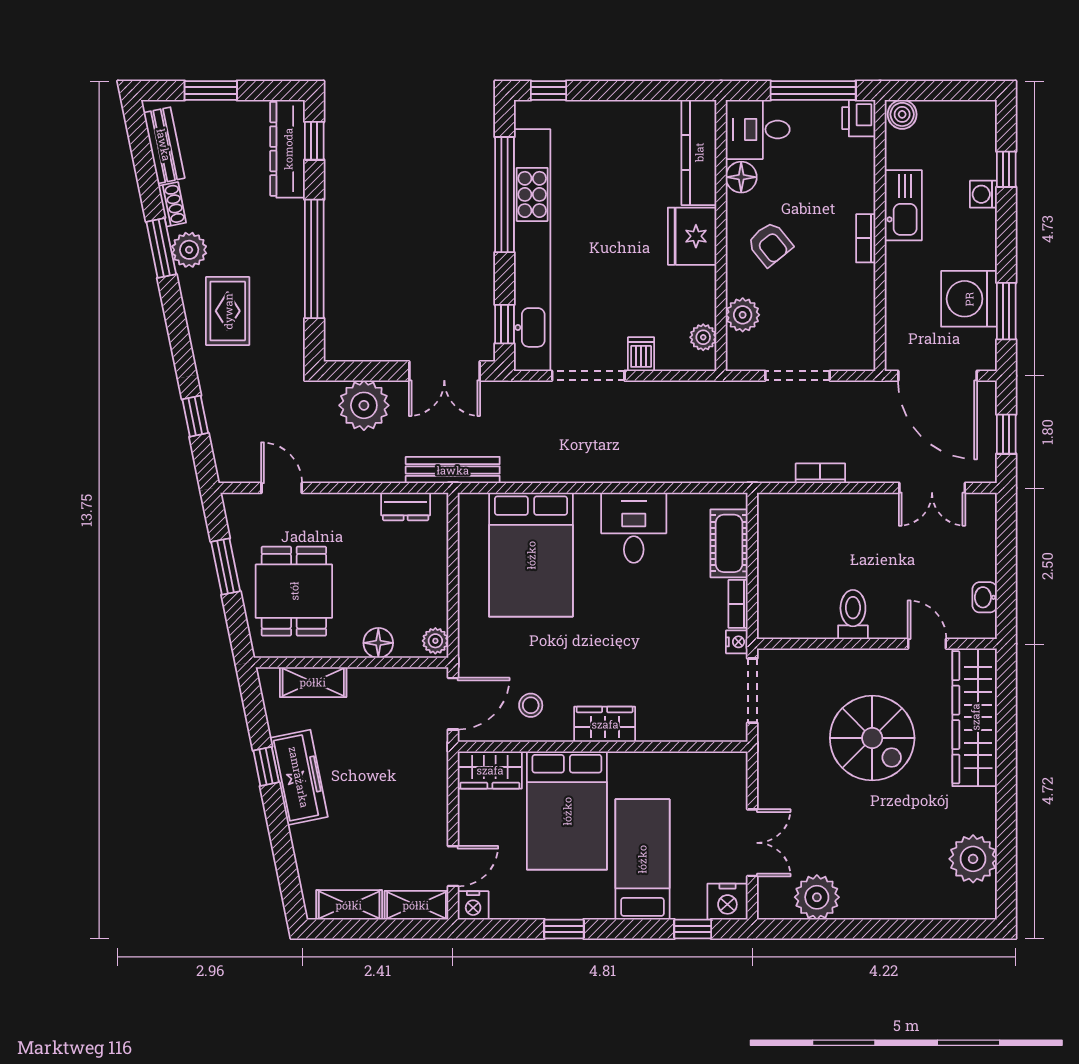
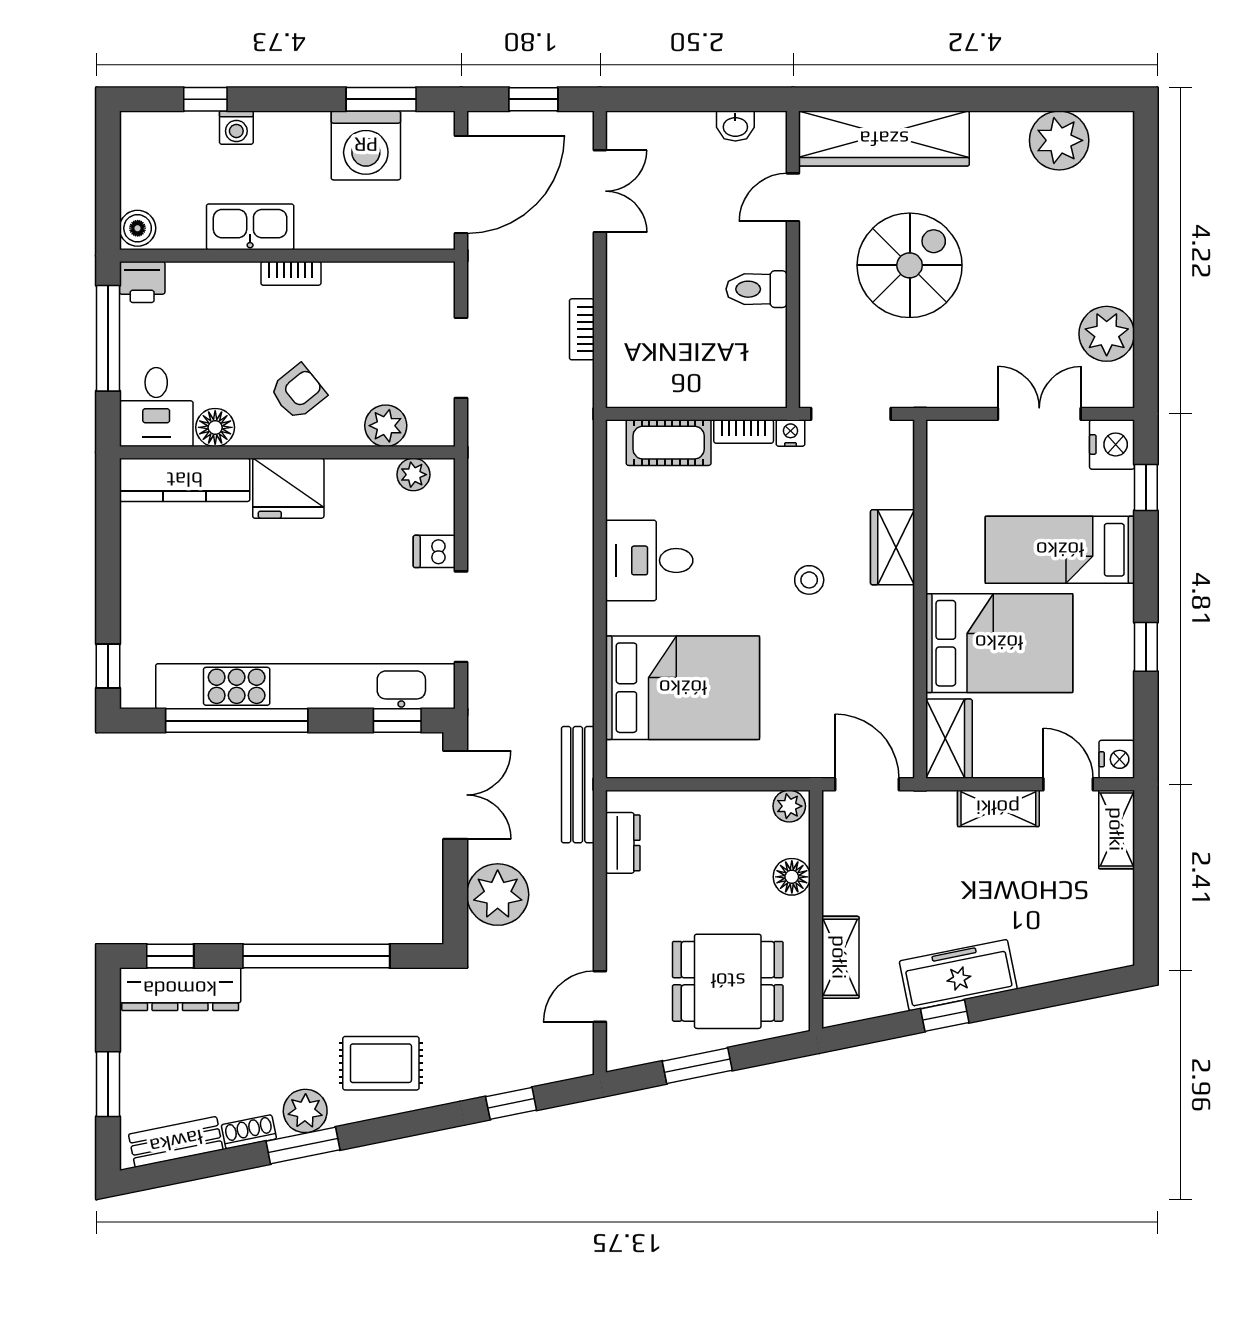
stool: (531, 705) -> (809, 580), moved
wardrobe: (605, 724) -> (893, 547), moved
shelving: (349, 905) -> (998, 808), moved, turned 90

